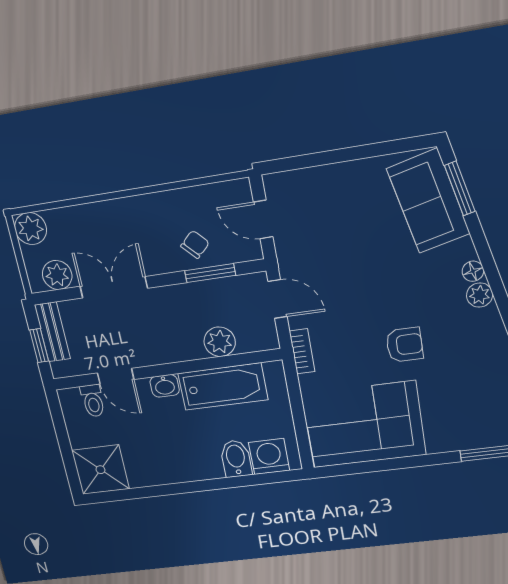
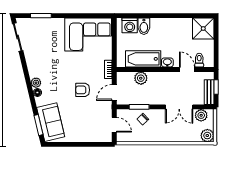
door: (278, 299) -> (114, 92), hinge flipped
armchair: (405, 345) -> (83, 90), moved

